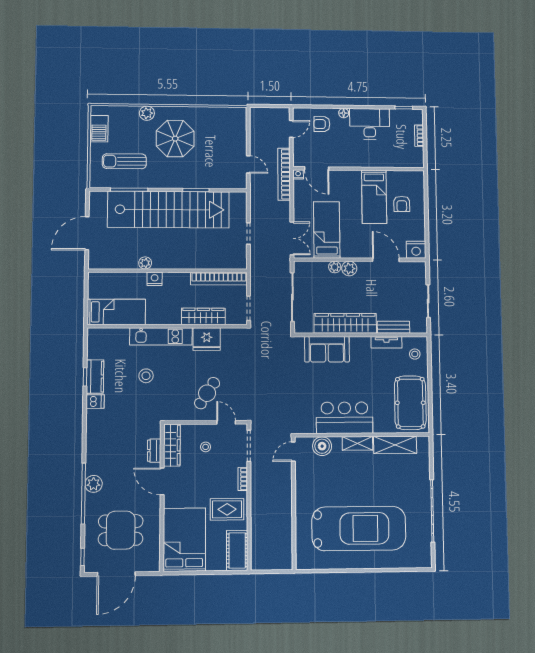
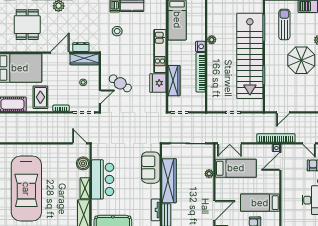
plant: (349, 268) -> (208, 184), removed
bookcase: (219, 279) -> (201, 72), moved
stool: (146, 376) -> (117, 31), moved

